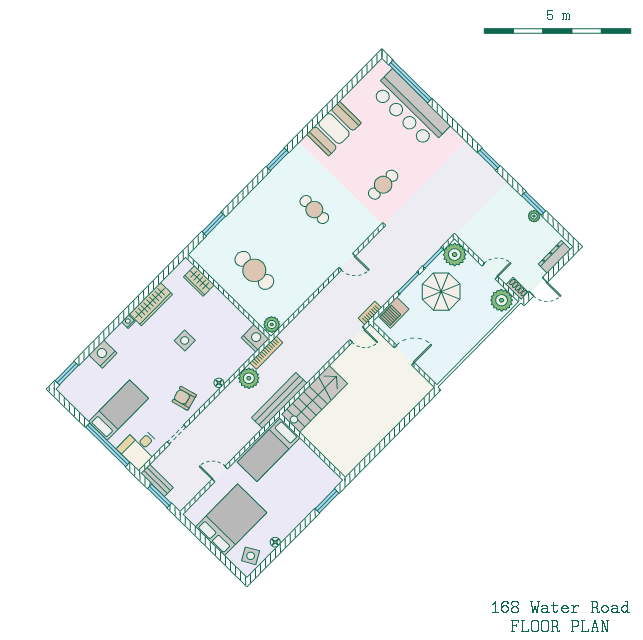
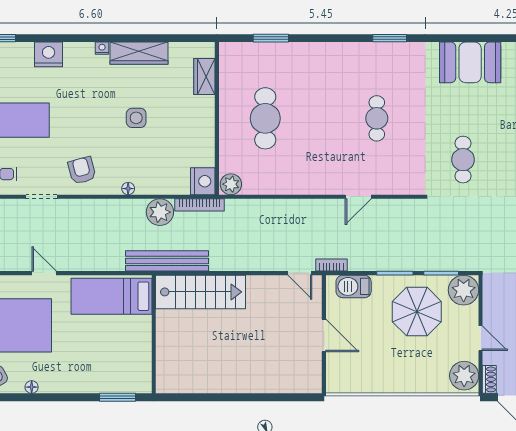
cafe table: (383, 185) -> (463, 160), turned 90
door: (347, 262) -> (358, 197), hinge flipped

